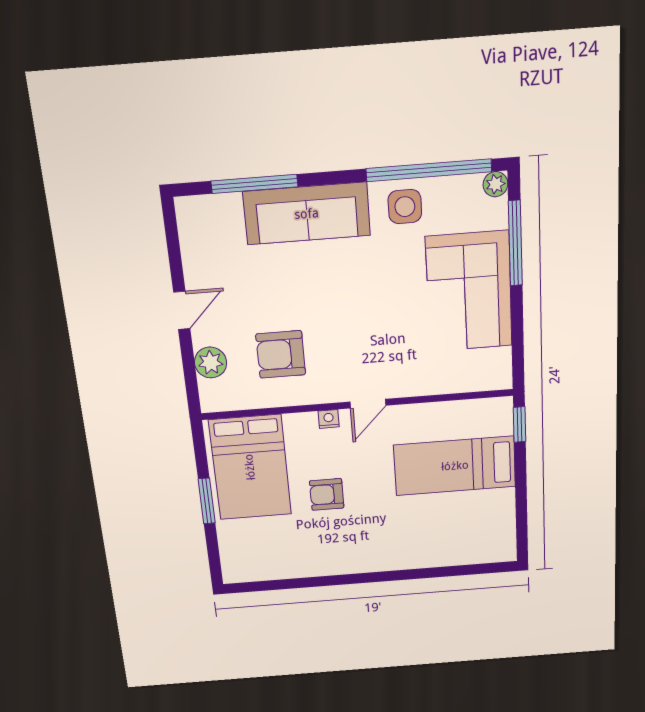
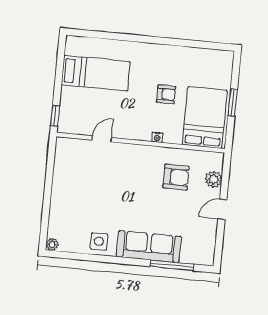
window: (429, 170) -> (84, 257), removed
window: (515, 243) -> (46, 213), removed
corner sofa: (469, 292) -> (73, 193), removed
door: (368, 404) -> (102, 139), moved
bed: (455, 466) -> (96, 73), moved

